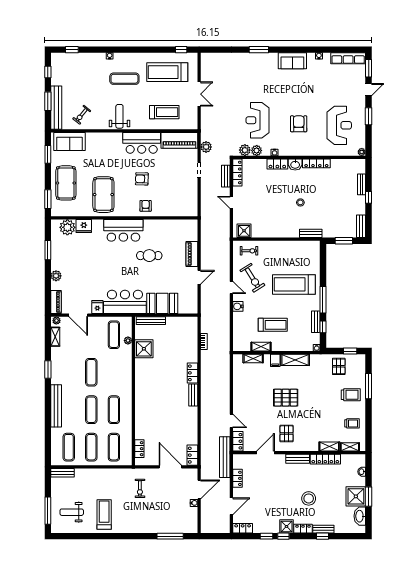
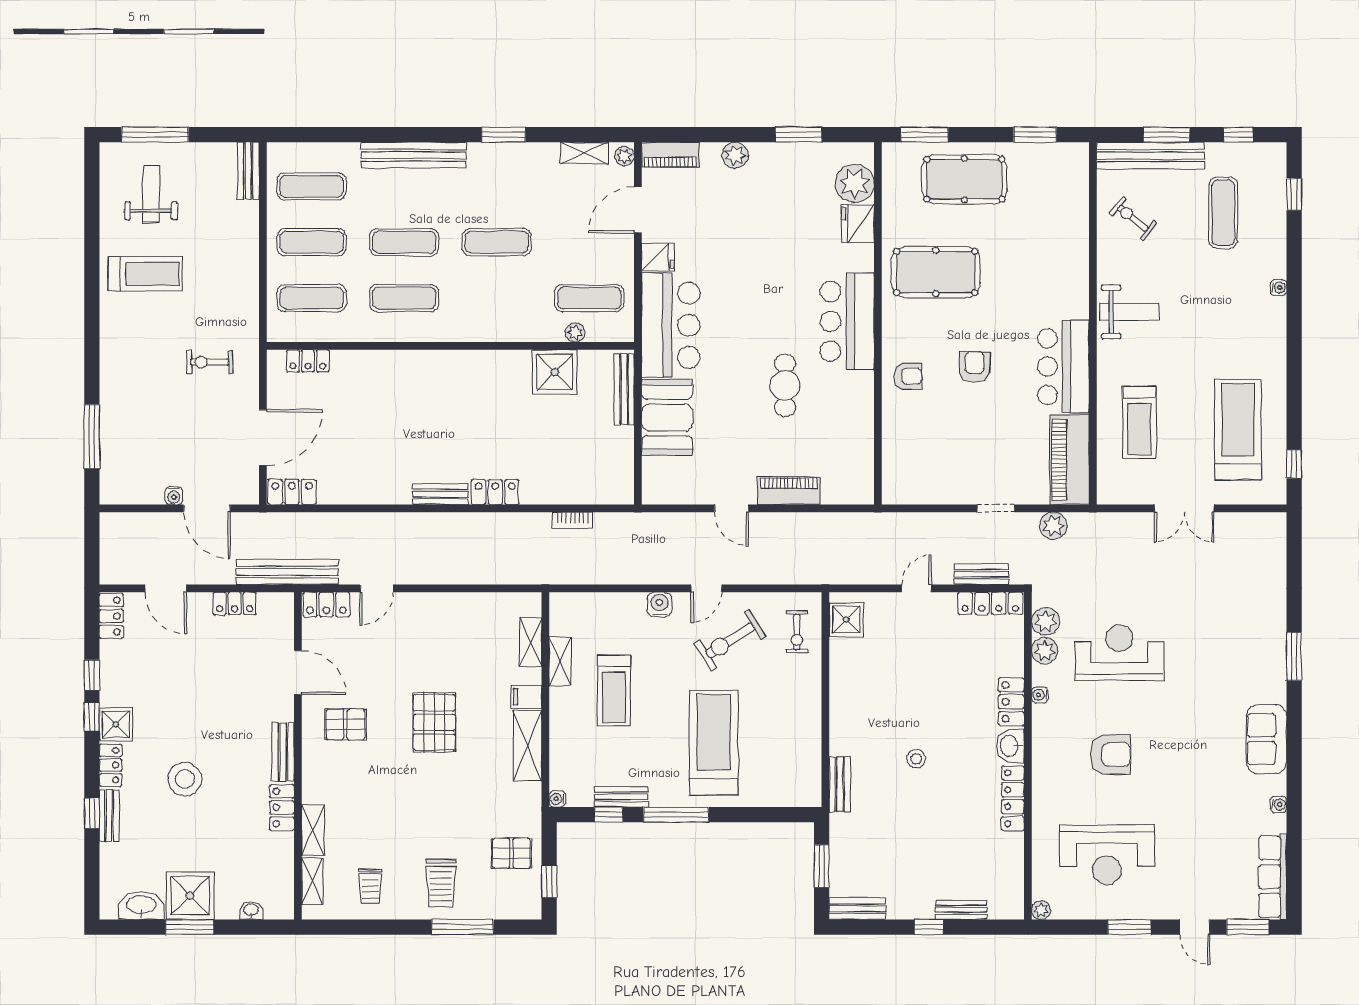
exercise mat: (124, 79) -> (1223, 213), moved
sofa: (70, 142) -> (1067, 188), removed
locker: (325, 459) -> (282, 807), width x0.66

